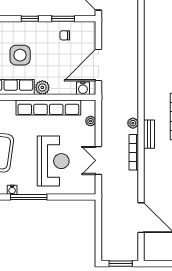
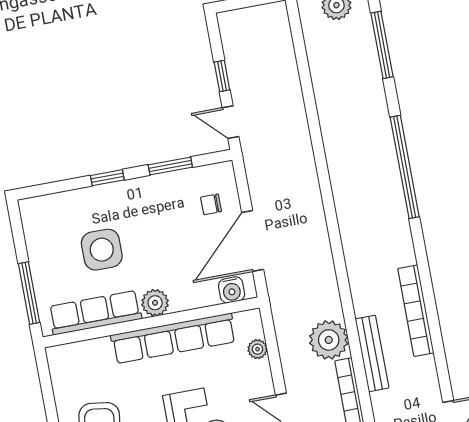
chair: (65, 35) -> (211, 204), moved
plant: (133, 123) -> (329, 340), width x1.87, depth x1.87
bench: (149, 134) -> (372, 353), width x1.36

